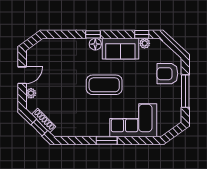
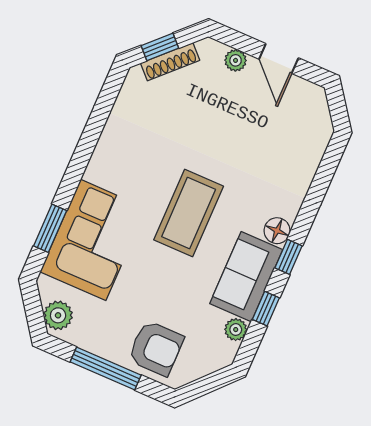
window: (93, 34) -> (288, 257), moved
window: (142, 34) -> (266, 309), moved
armchair: (167, 74) -> (156, 348), turned 90
plant: (172, 121) -> (58, 315), added
window: (107, 141) -> (50, 228), moved

